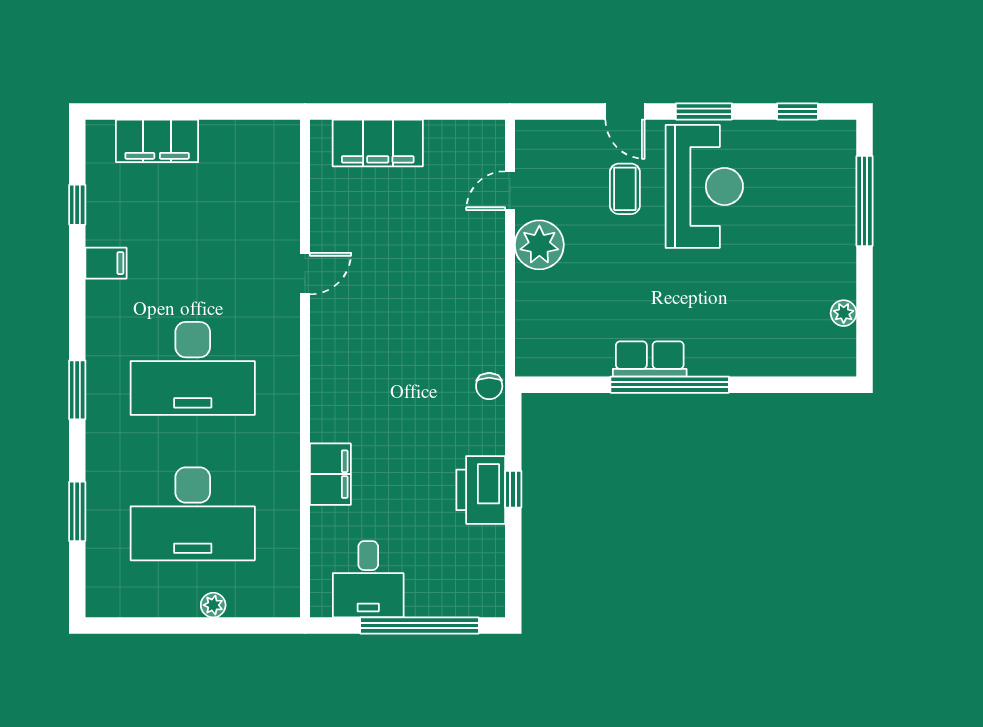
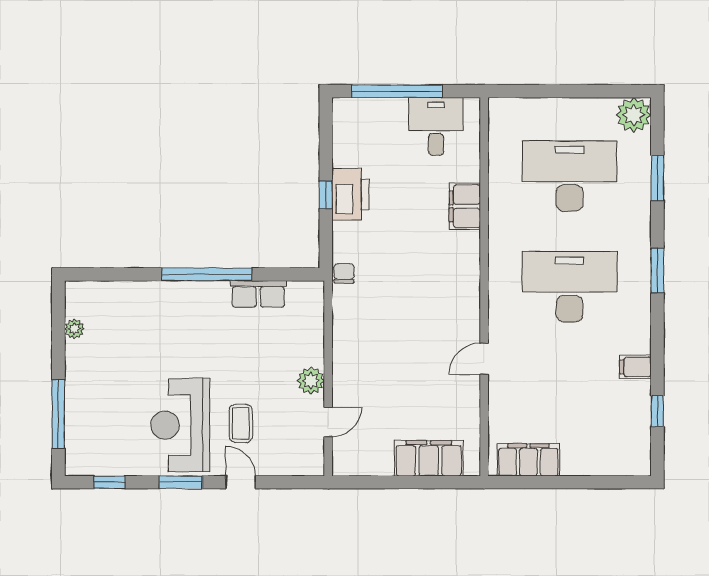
filing cabinet: (157, 141) -> (528, 460), moved
plant: (539, 245) -> (311, 381), width x0.73, depth x0.73
row of seats: (650, 359) -> (258, 294), moved
plant: (213, 605) -> (634, 115), moved, width x1.88, depth x1.88

